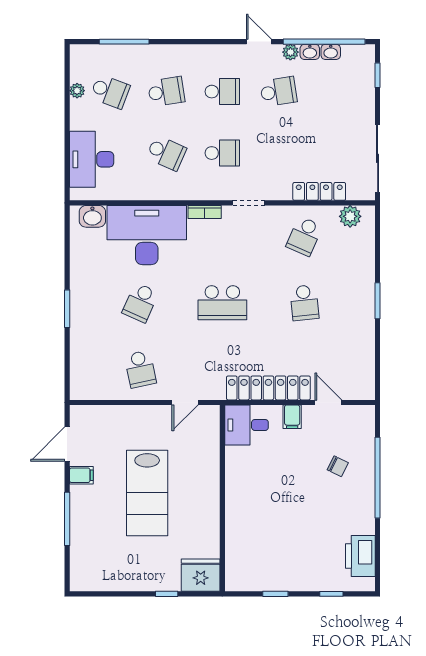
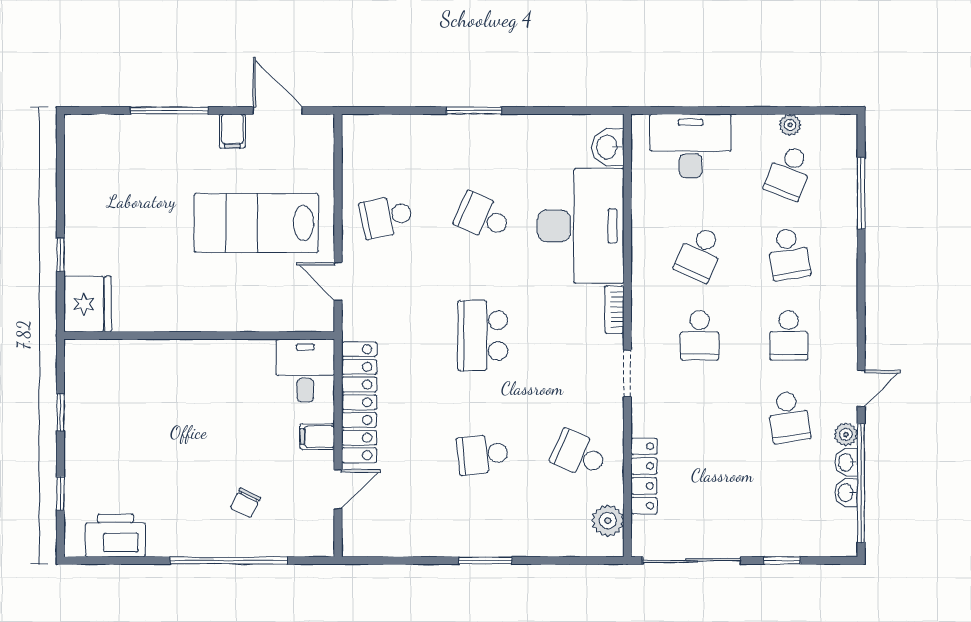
window: (378, 75) -> (782, 560), moved
lab bench: (147, 493) -> (256, 223), moved

